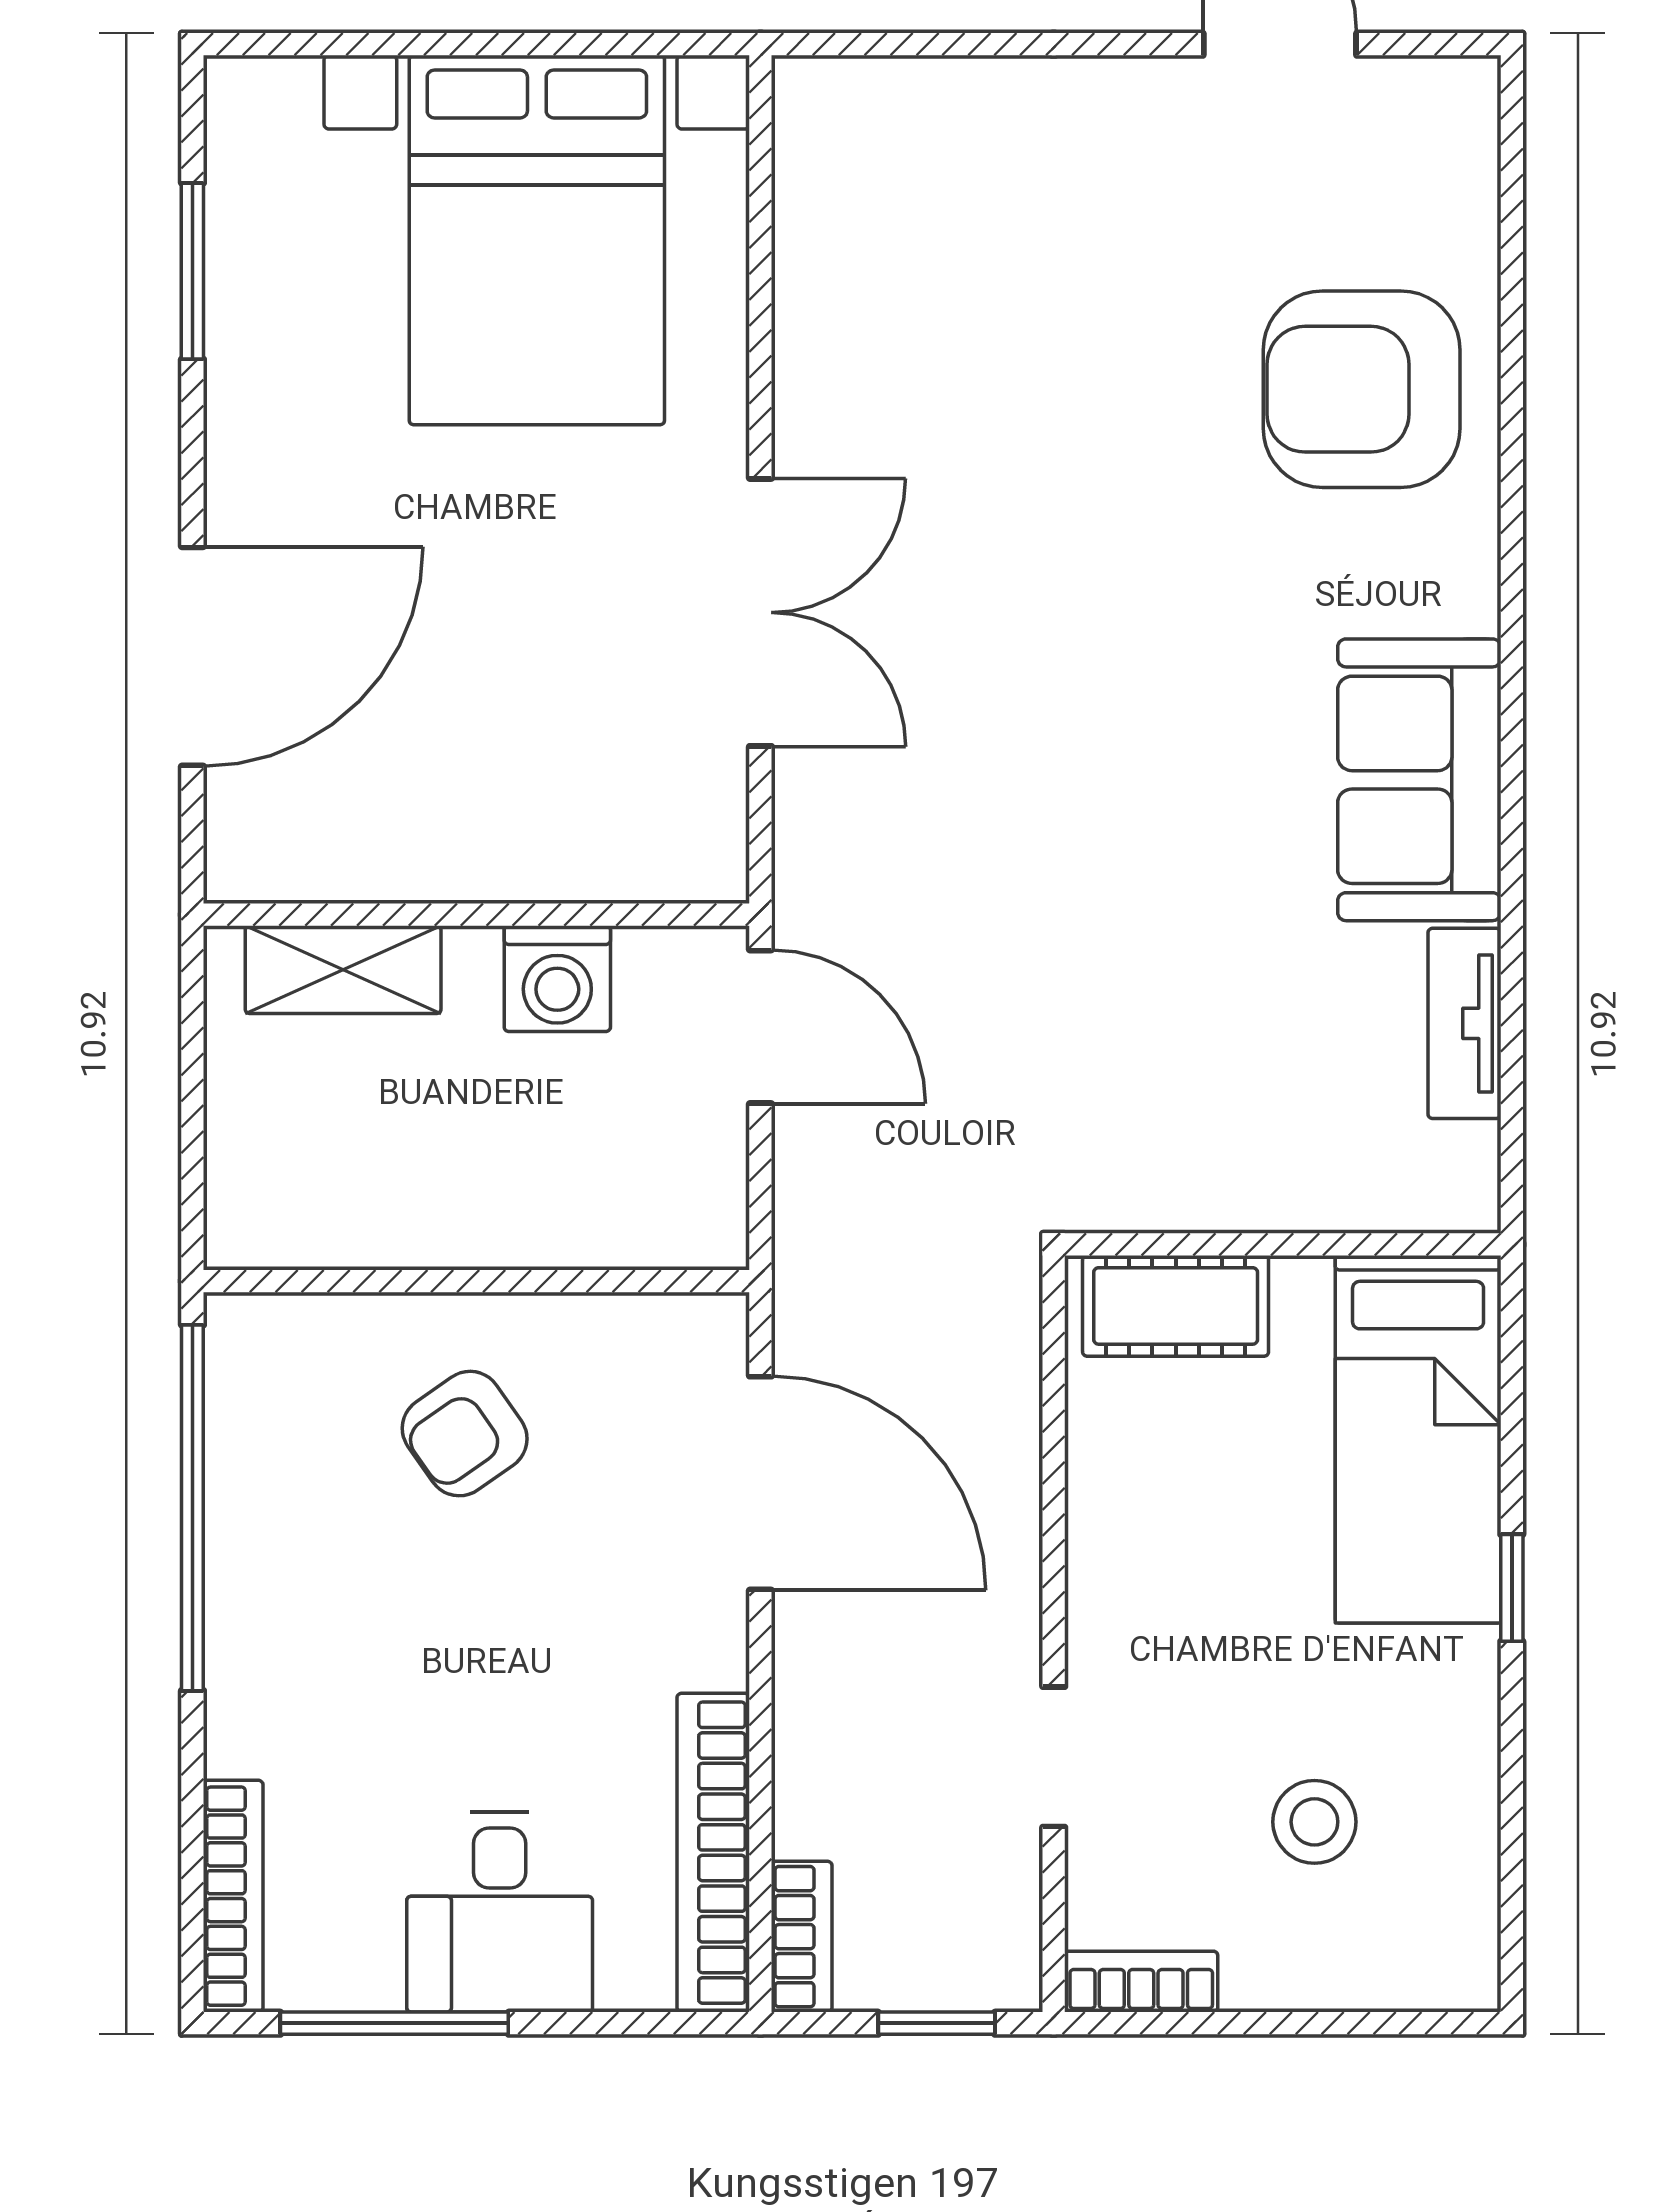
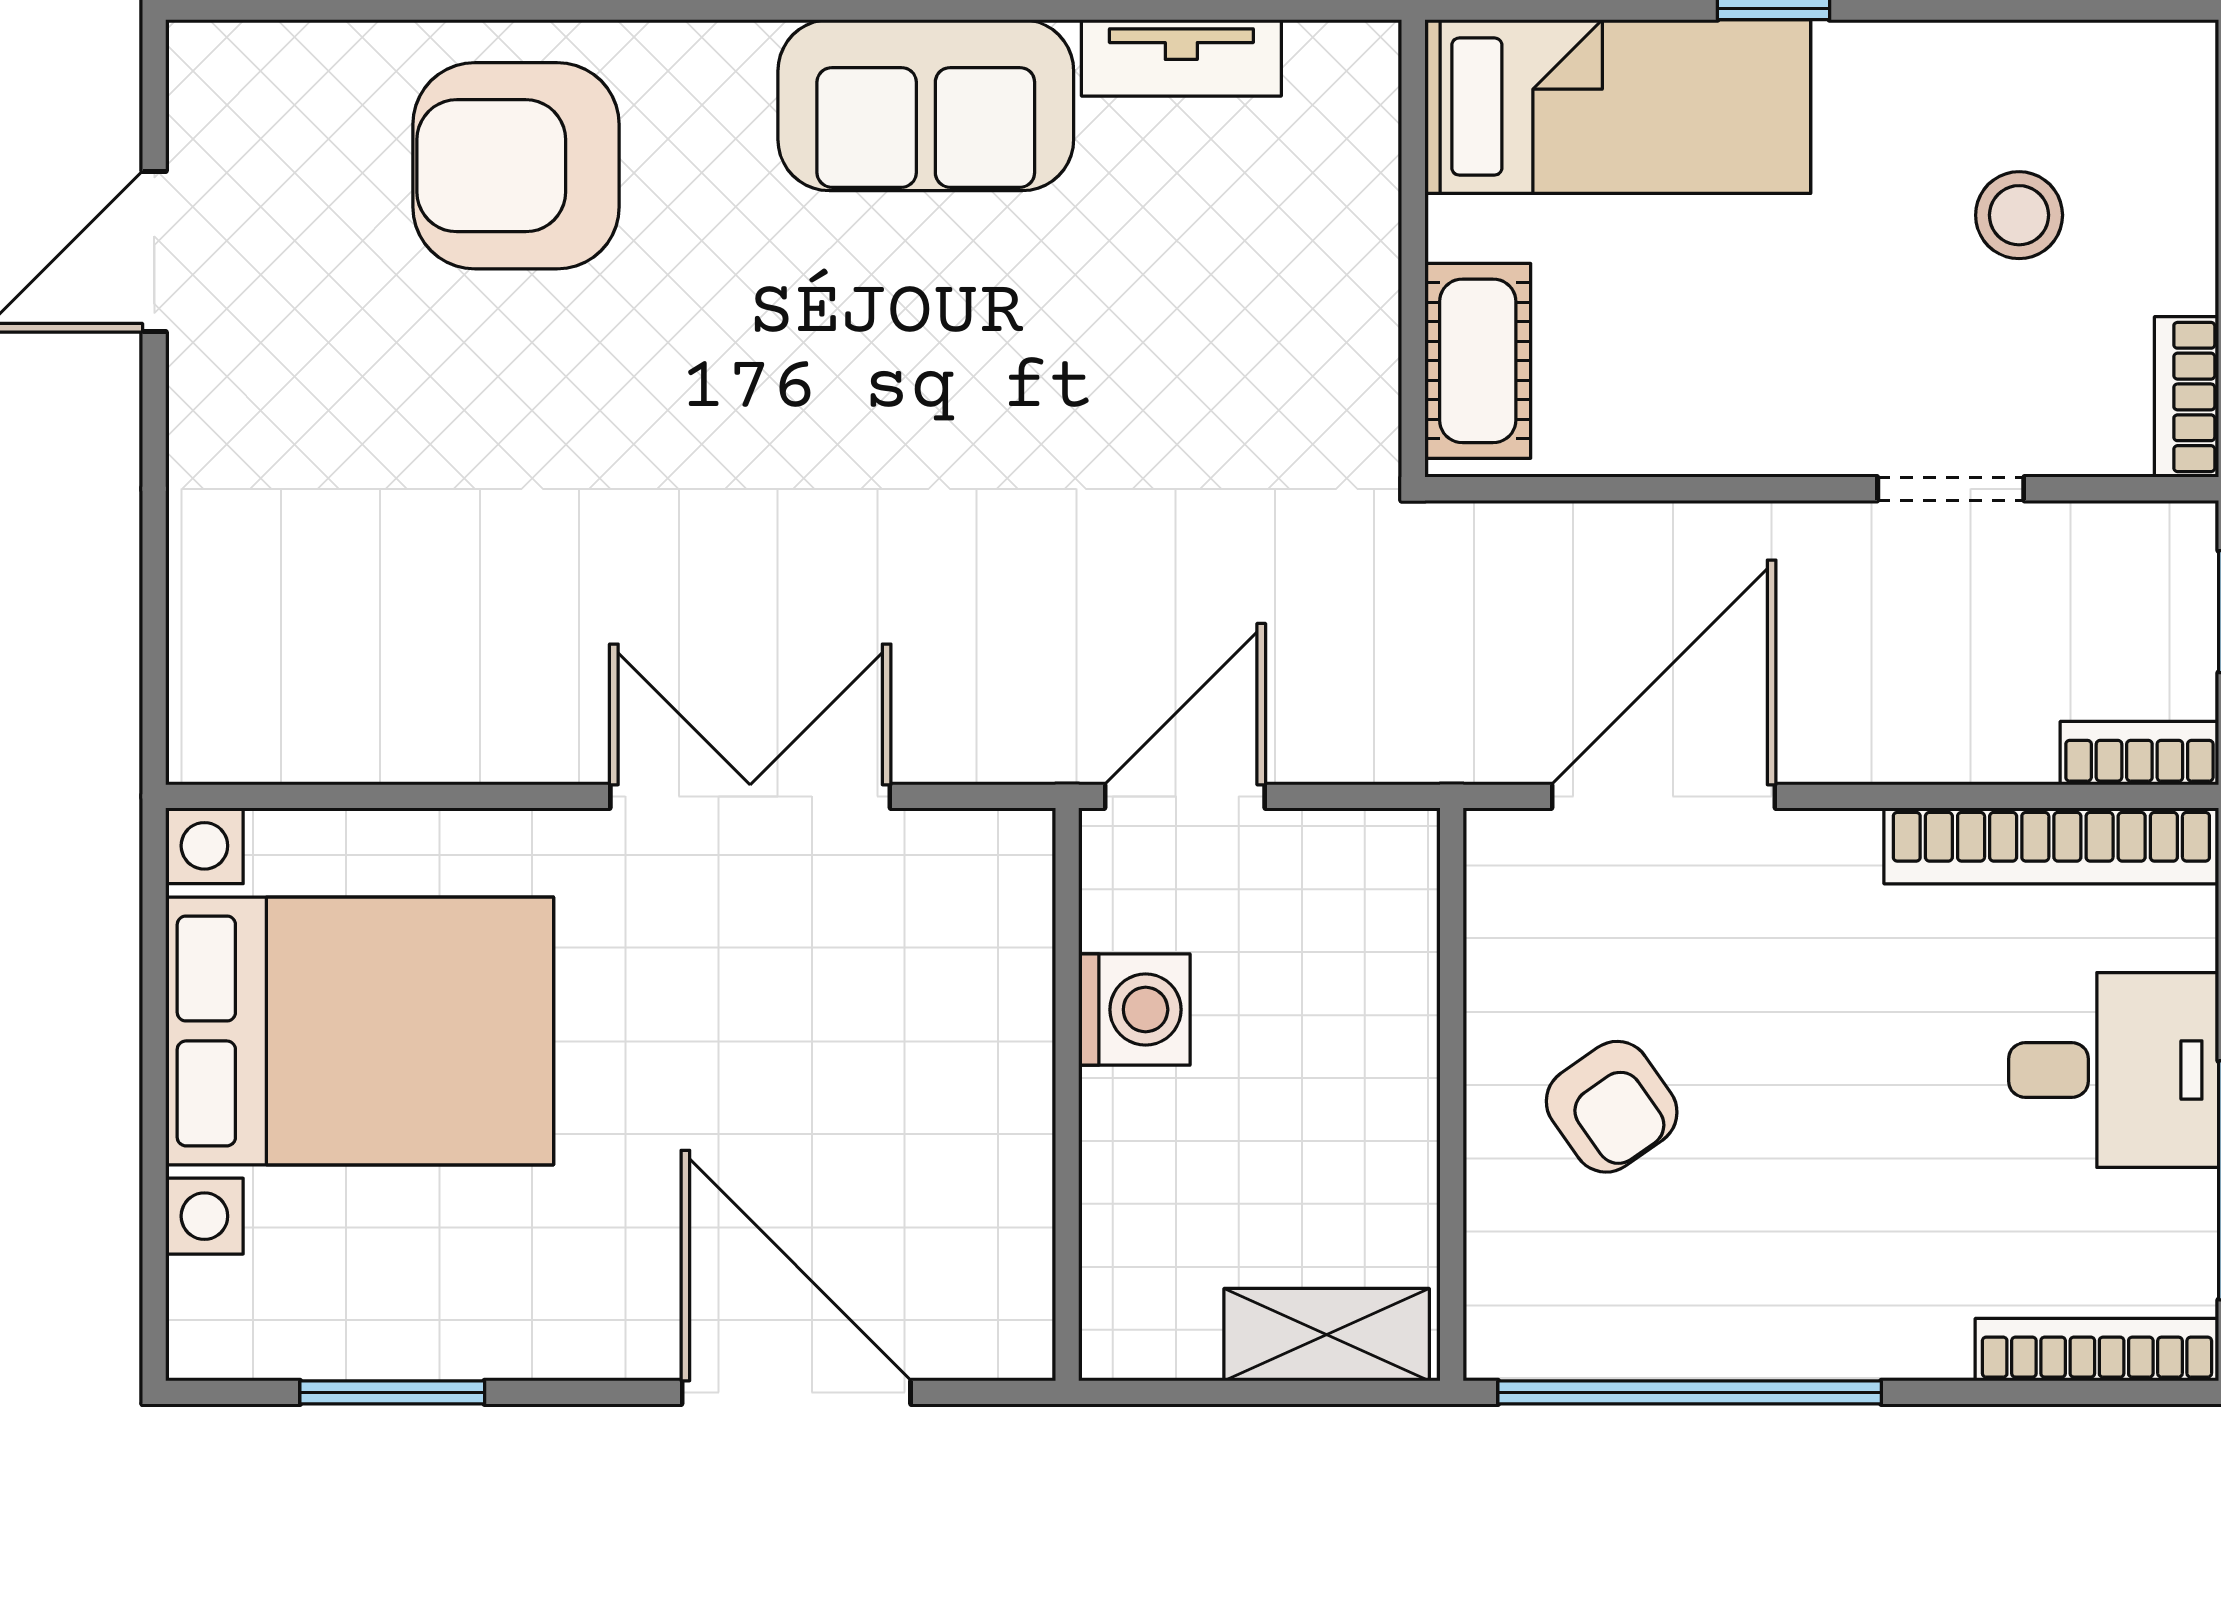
armchair: (1362, 389) -> (516, 166), turned 90
shelving: (343, 970) -> (1327, 1335), moved, turned 90

